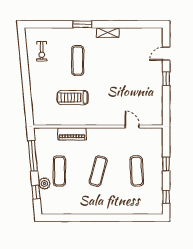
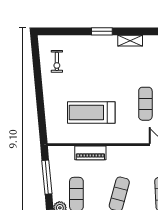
exercise mat: (78, 61) -> (145, 104), moved
treadmill: (73, 97) -> (91, 113), width x1.37, depth x1.38

